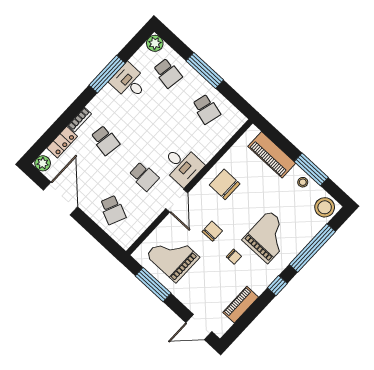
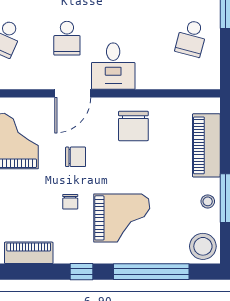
chair: (225, 184) -> (133, 126), turned 180

